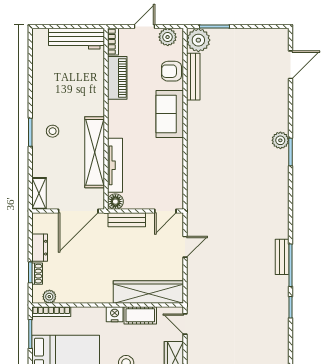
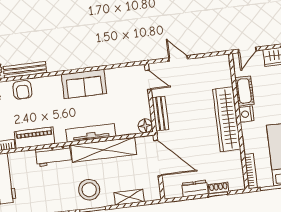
workbench: (94, 96) -> (53, 156), added
sofa: (170, 114) -> (84, 84), moved
stool: (53, 131) -> (89, 190), width x1.89, depth x1.89
tv unit: (115, 165) -> (91, 133), moved
shelving: (39, 193) -> (129, 197), moved
wardrobe: (148, 292) -> (227, 119), moved
plant: (49, 297) -> (238, 174), removed

